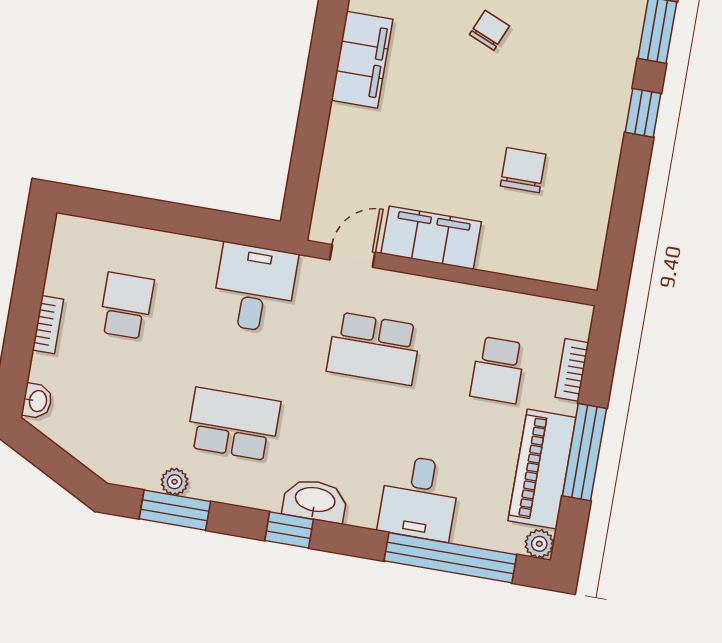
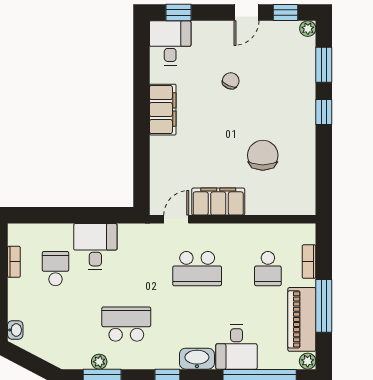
chair: (523, 170) -> (263, 155), width x1.37, depth x1.37
desk: (255, 288) -> (95, 247), moved
bookcase: (48, 325) -> (14, 262), moved
washbasin: (315, 501) -> (197, 359), moved

